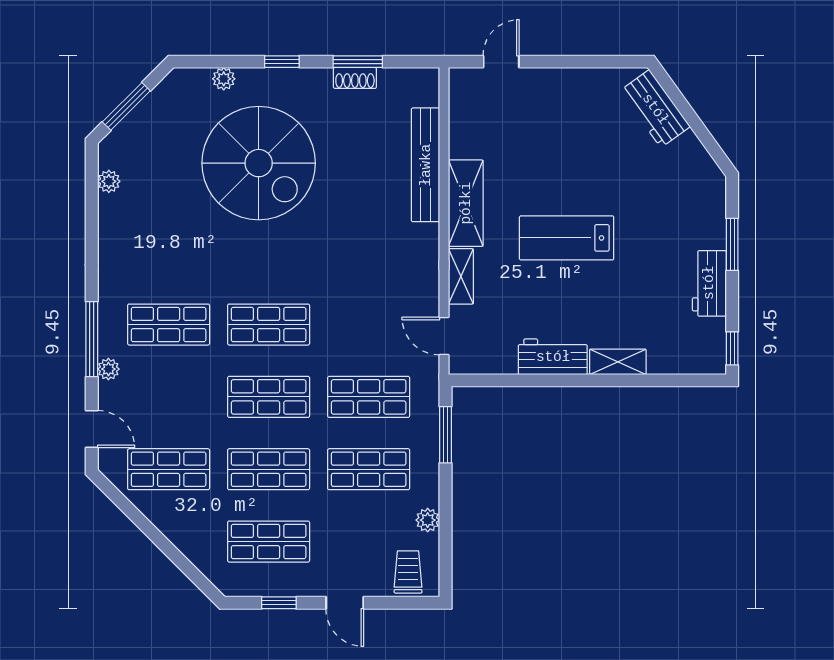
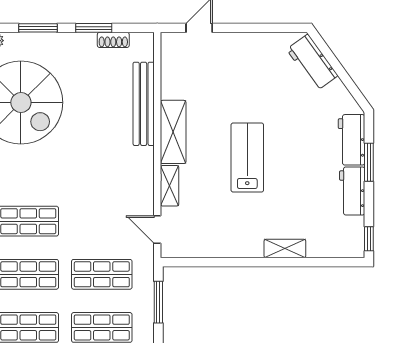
window: (282, 62) -> (38, 28), width x1.50
shoe rack: (355, 78) -> (113, 40), moved
lab bench: (567, 238) -> (247, 158), turned 90
workbench: (553, 357) -> (352, 140), moved, turned -90

